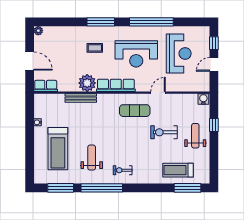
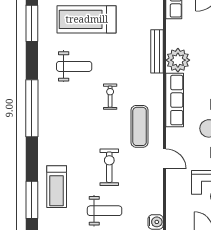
exercise bike: (123, 170) -> (110, 97), moved
treadmill: (178, 170) -> (57, 187), turned 180
window: (102, 188) -> (32, 108), moved

